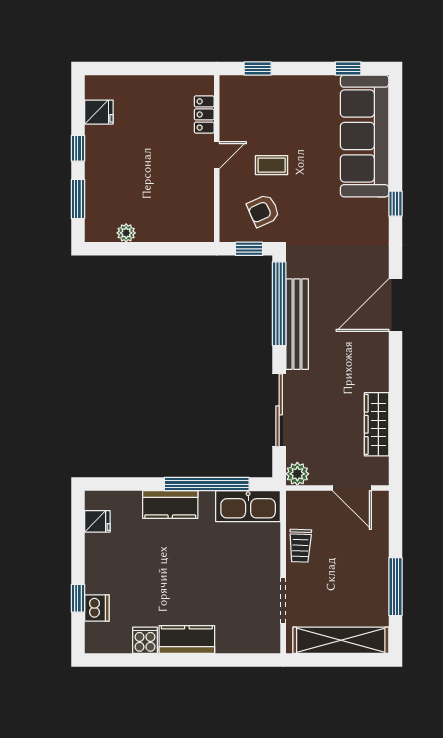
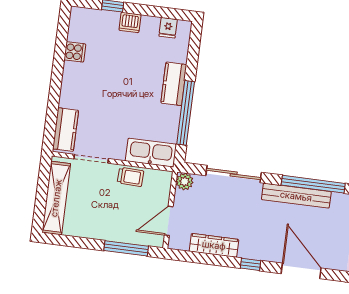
window: (395, 373) -> (251, 264), added
kitchen sink: (248, 506) -> (151, 153), moved, turned 90
trolley: (300, 546) -> (131, 177), turned 180
window: (395, 587) -> (126, 248), moved
dishwasher: (97, 608) -> (130, 22), moved
kitchen counter: (187, 639) -> (66, 130), moved

